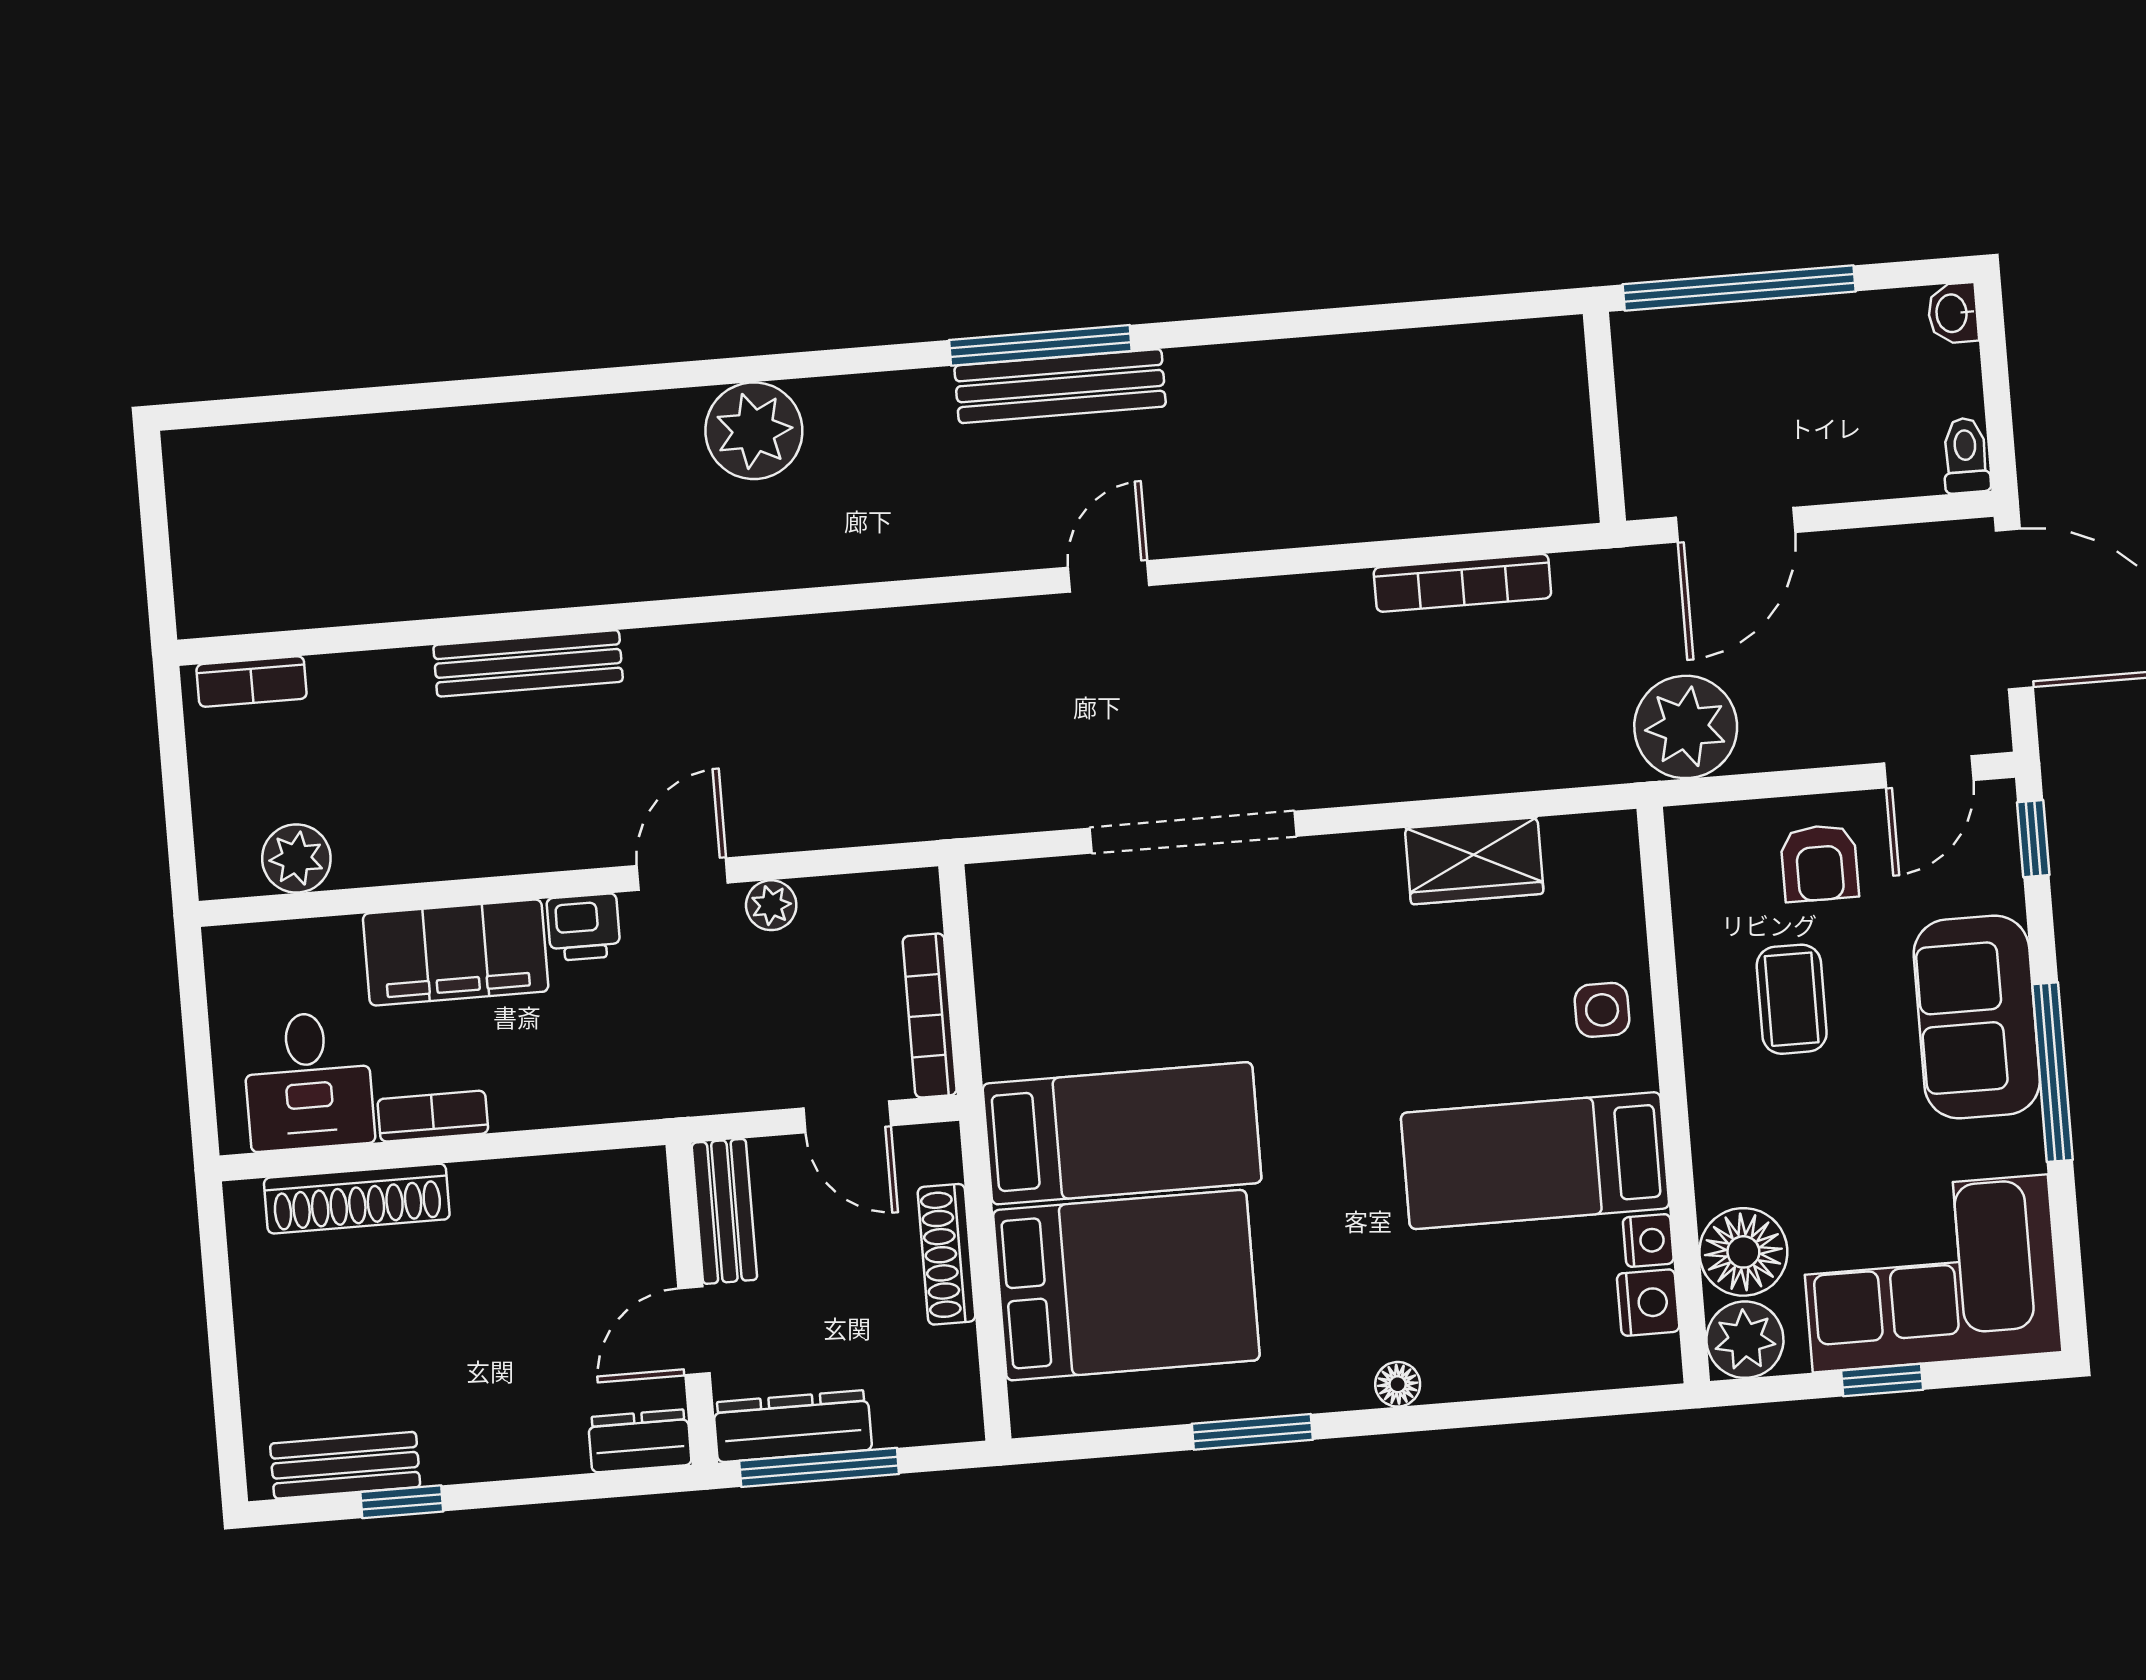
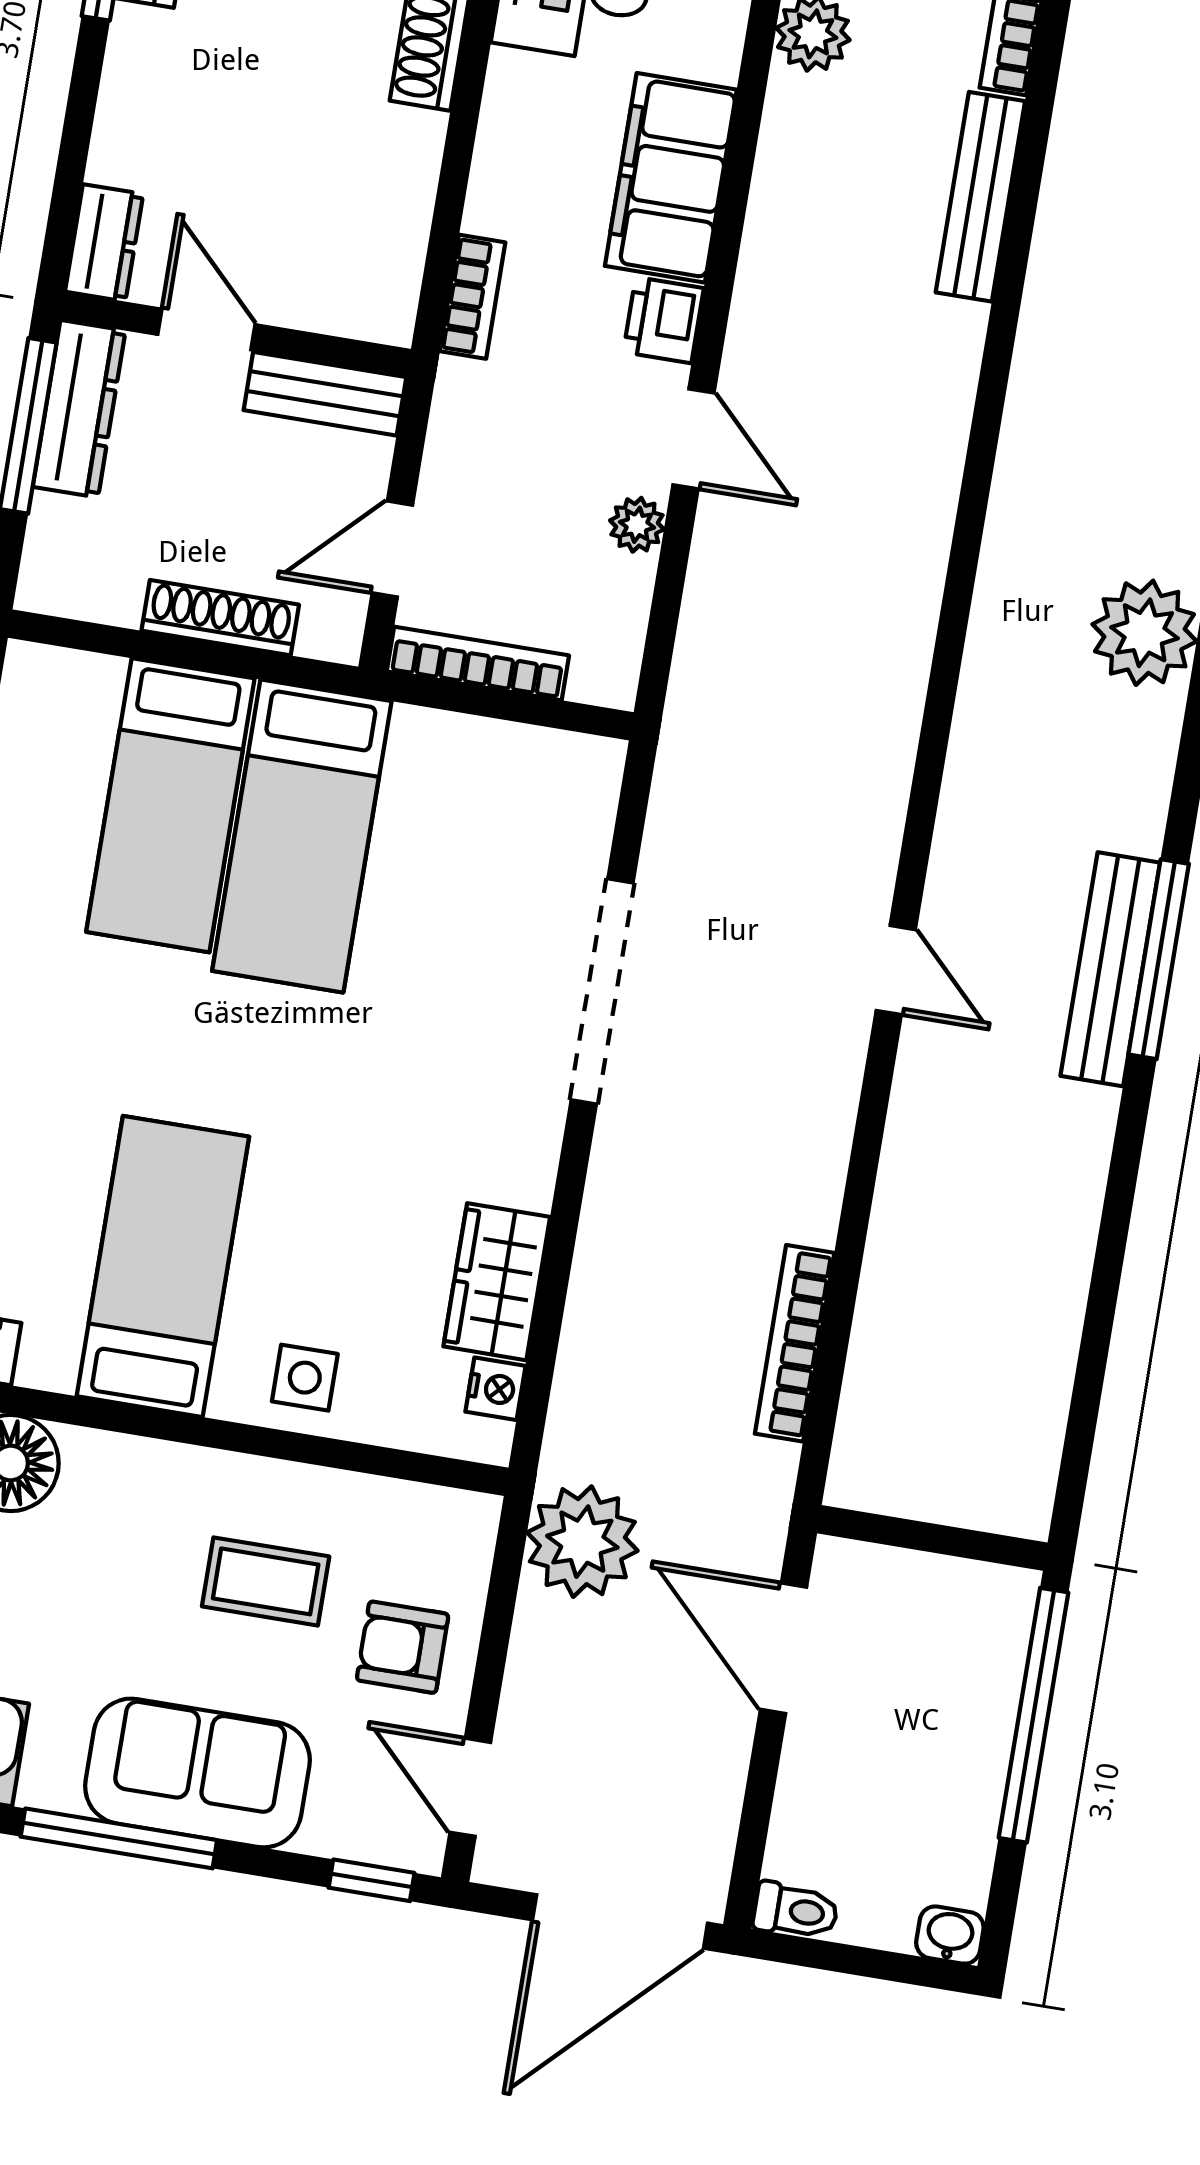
bench: (528, 663) -> (980, 197), moved
bookcase: (433, 1116) -> (473, 297), moved
nightstand: (1648, 1240) -> (495, 1389), moved, turned -90
bed: (1126, 1285) -> (170, 805), width x0.67

